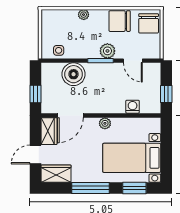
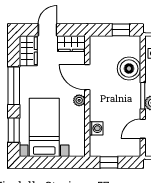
window: (35, 94) -> (121, 30), moved
door: (70, 115) -> (87, 77), moved
door: (35, 155) -> (48, 30), hinge flipped

